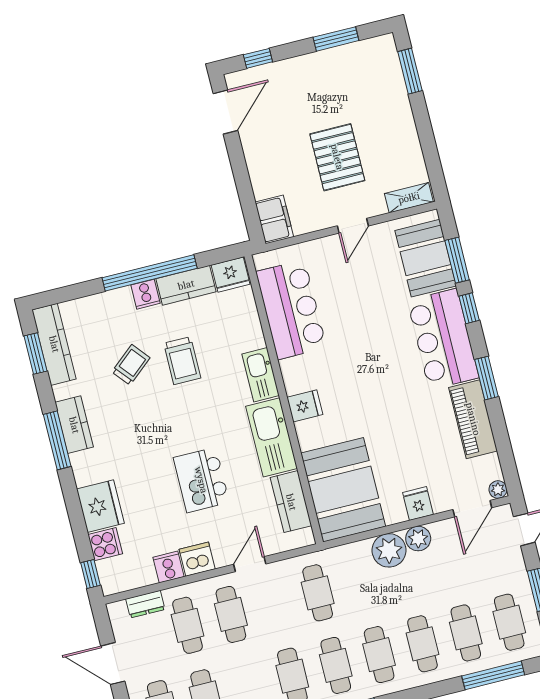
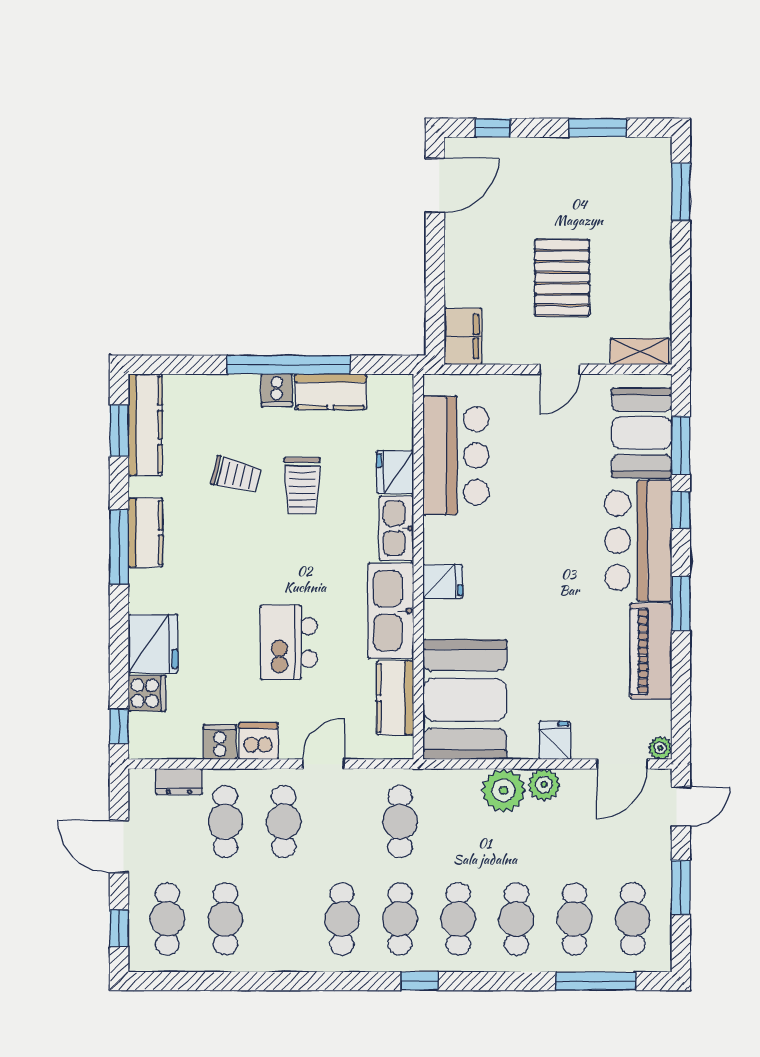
fridge: (231, 275) -> (395, 472), moved, turned 90
trolley: (131, 365) -> (236, 475), turned 53

